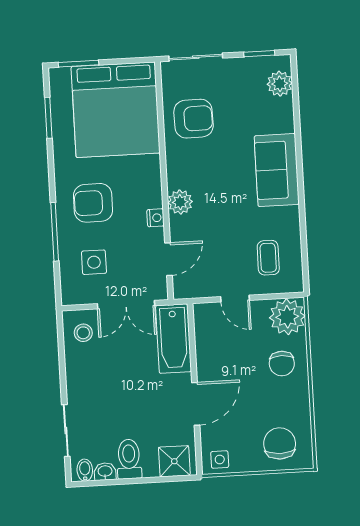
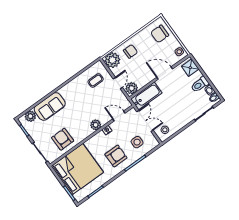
sofa: (277, 170) -> (50, 106), moved
armchair: (93, 203) -> (116, 156), turned -90
plant: (207, 319) -> (132, 88), added

